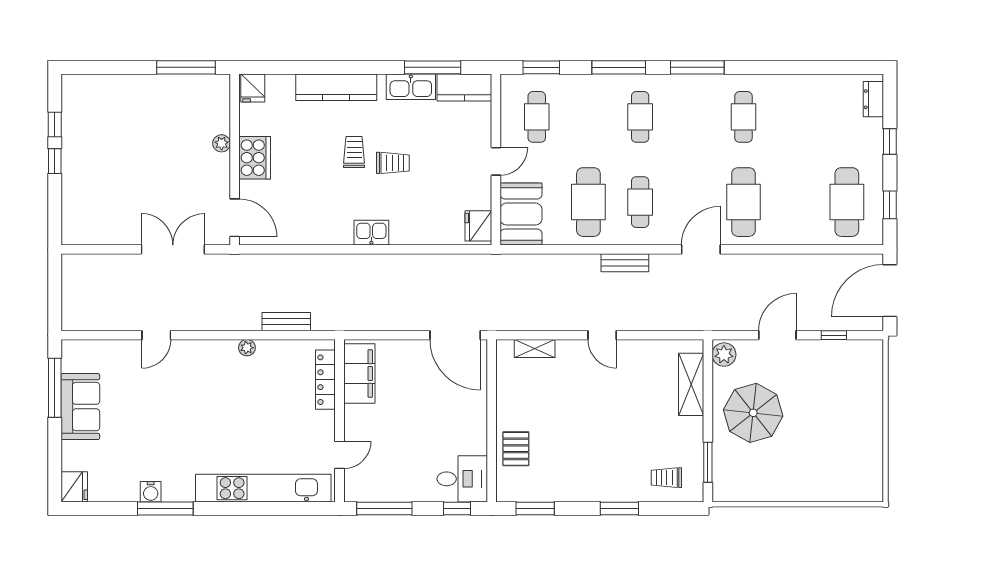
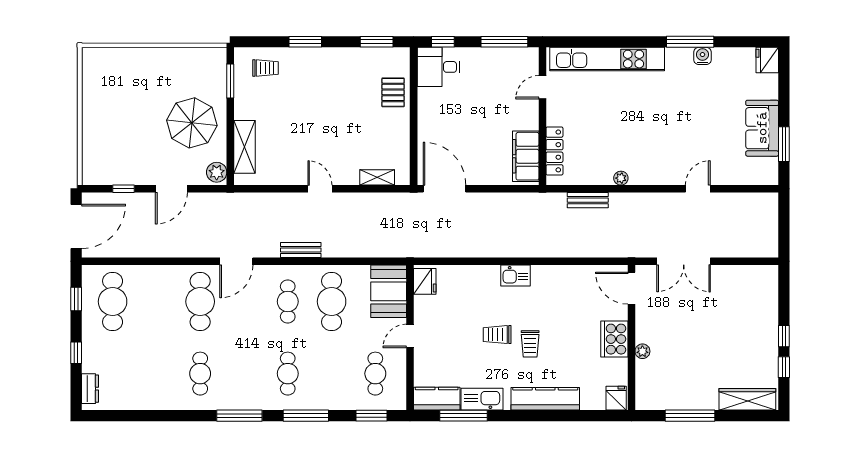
window: (186, 67) -> (690, 416), moved
wardrobe: (98, 87) -> (747, 399), added
window: (55, 388) -> (784, 144), width x0.69

